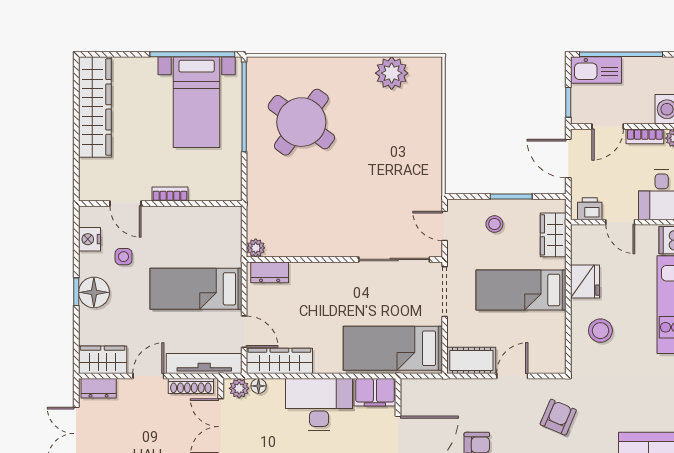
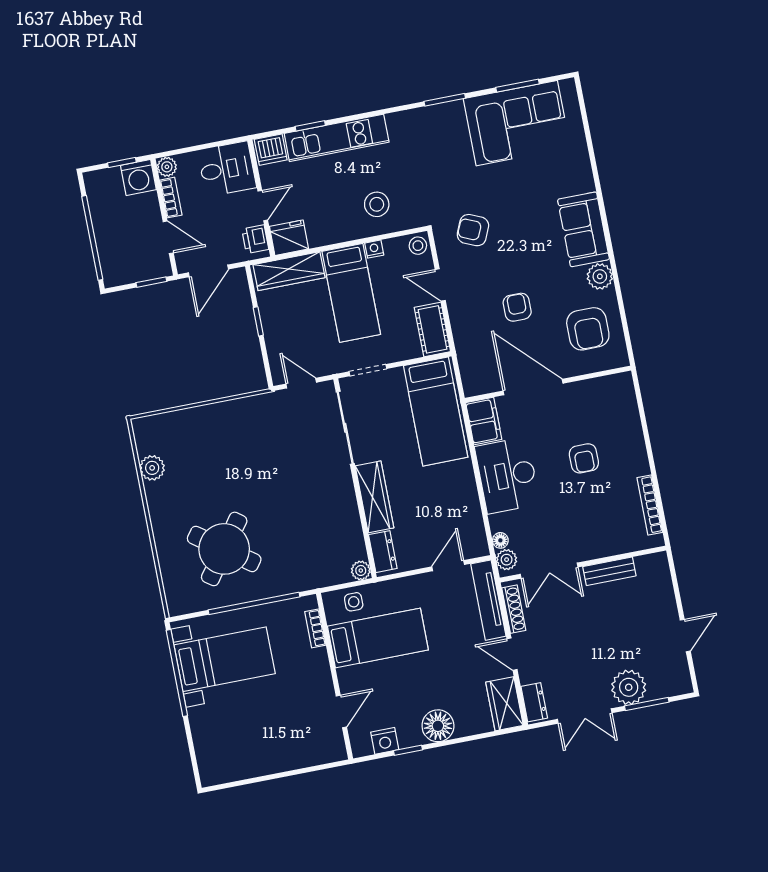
kitchen sink: (596, 70) -> (113, 260), removed
plant: (392, 73) -> (152, 468), width x0.73, depth x0.73
wardrobe: (95, 107) -> (250, 761), removed
window: (244, 107) -> (254, 603), moved
bookcase: (170, 194) -> (315, 628), moved
window: (511, 196) -> (258, 321), width x0.67
stool: (494, 224) -> (418, 246), moved
door: (445, 226) -> (301, 383), swing flipped
wardrobe: (553, 235) -> (289, 271), width x1.50
side table: (124, 257) -> (354, 602), moved
fridge: (585, 282) -> (289, 238), moved
bed: (196, 289) -> (378, 638), moved, turned -90
window: (76, 292) -> (408, 750), moved
doorway: (445, 292) -> (368, 370), width x0.73
nightstand: (558, 320) -> (374, 249), added
wardrobe: (279, 361) -> (375, 497), moved, turned 180

